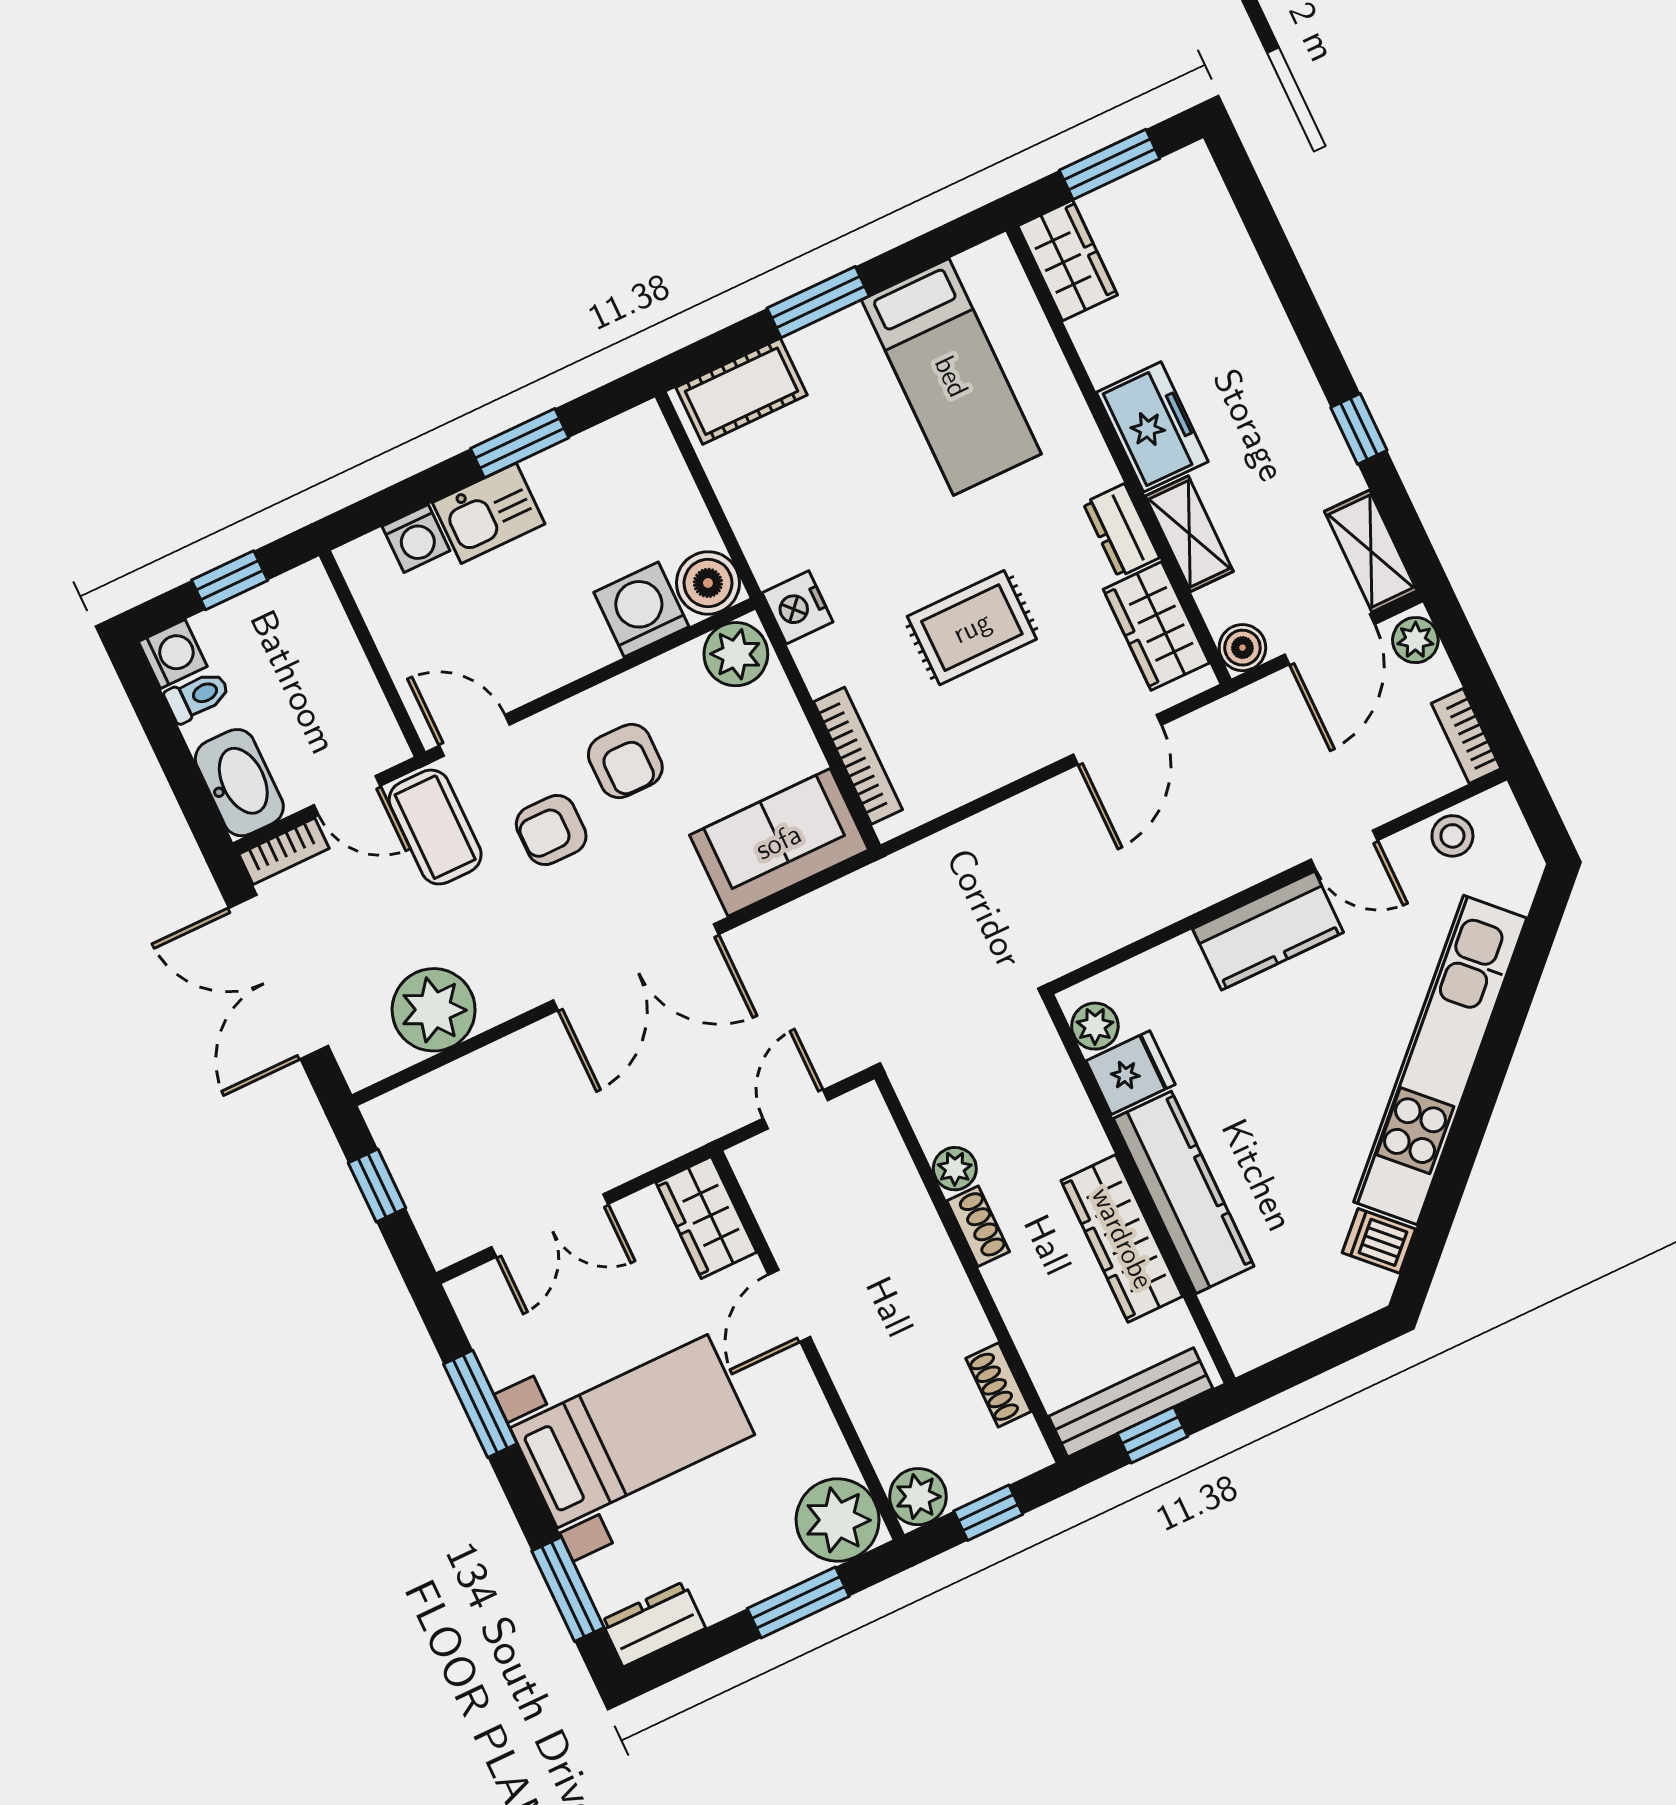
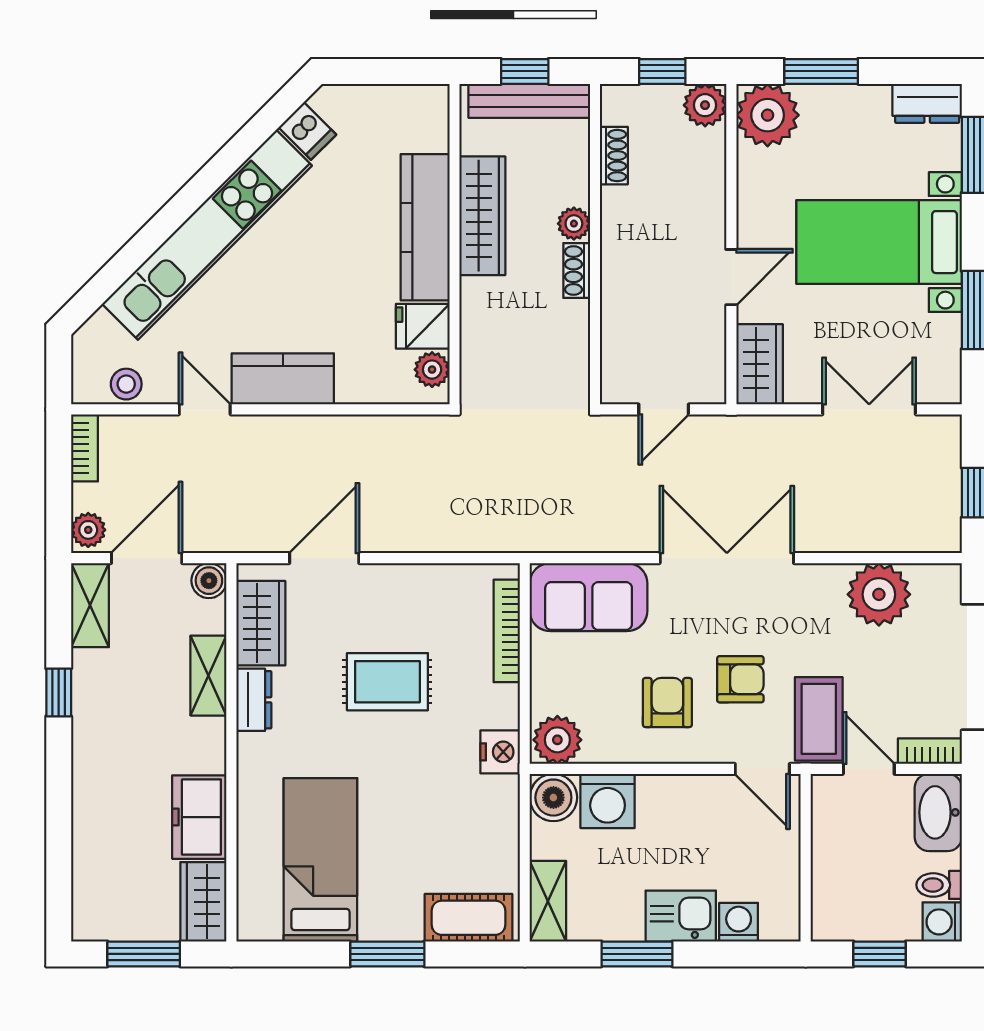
freezer: (1152, 427) -> (199, 817), moved
shelving: (656, 456) -> (548, 901), added
plant: (955, 1169) -> (574, 224), moved

